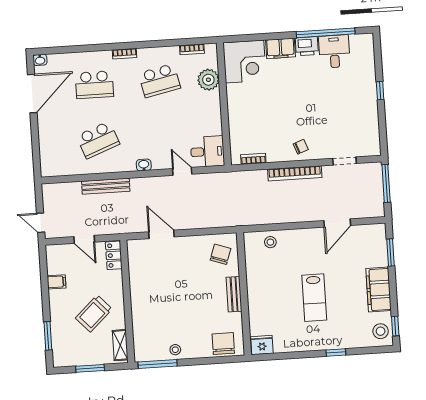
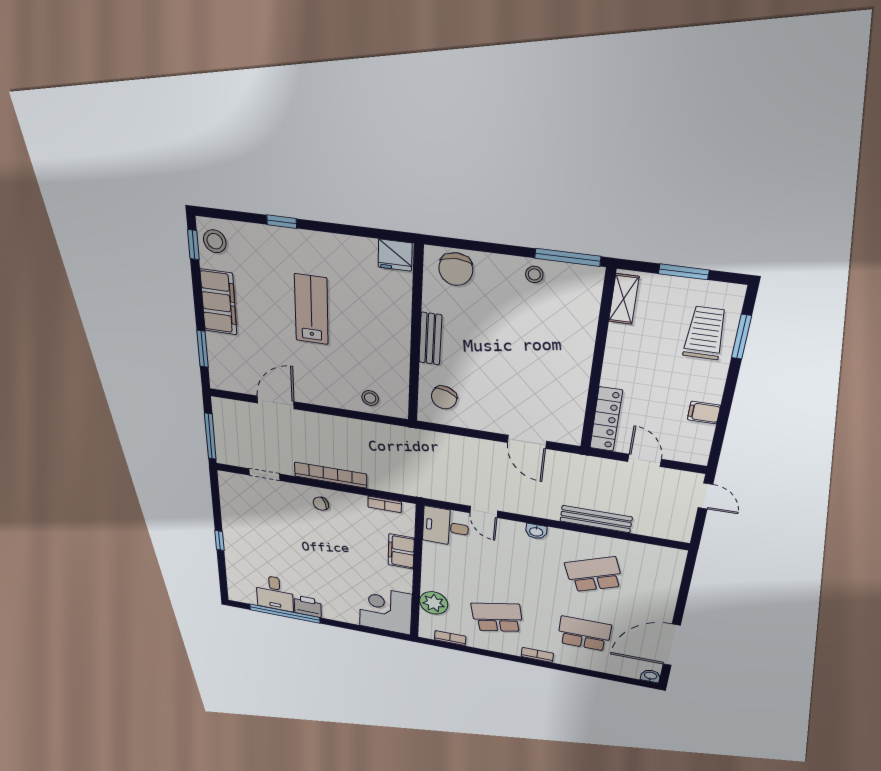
filing cabinet: (280, 48) -> (401, 551), moved, turned -90
locker: (114, 255) -> (606, 419), width x1.53
trolley: (94, 314) -> (705, 333), moved, turned -47

